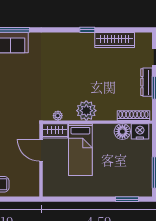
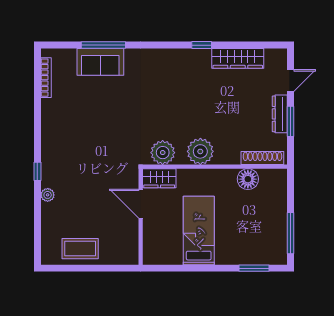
plant: (58, 116) -> (163, 153), width x1.88, depth x1.88
nightstand: (140, 131) -> (271, 179), removed
bed: (80, 150) -> (199, 231), moved, turned 180

